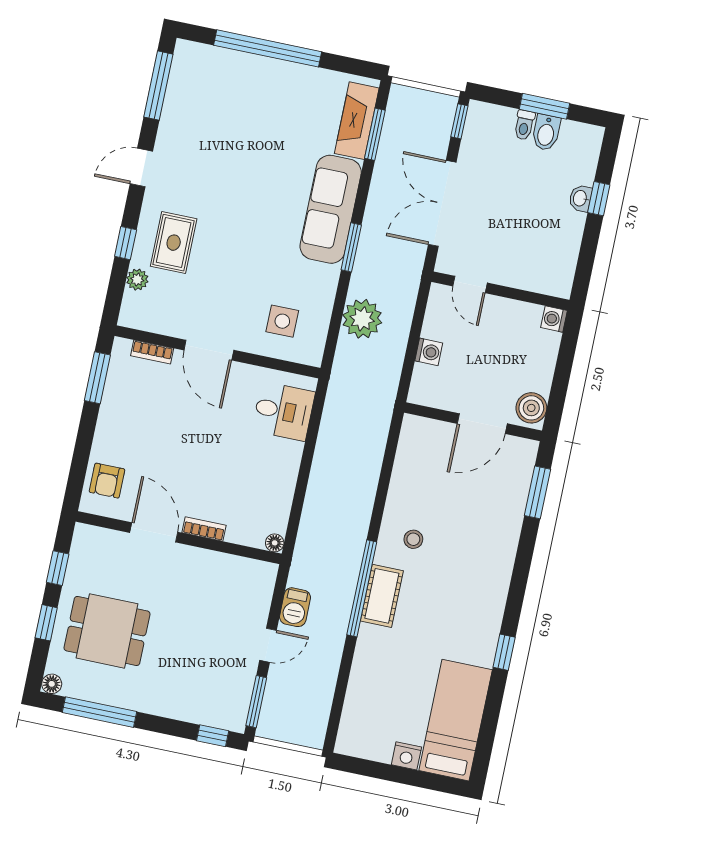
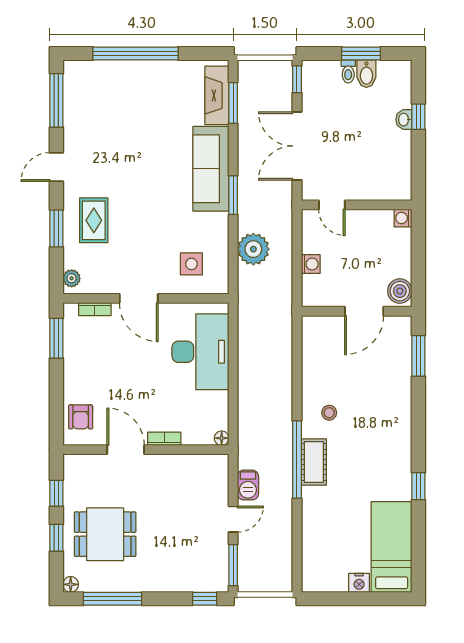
window: (126, 243) -> (56, 229), width x1.50
plant: (137, 280) -> (72, 278), moved
desk: (283, 411) -> (200, 352), width x1.87, depth x1.30

